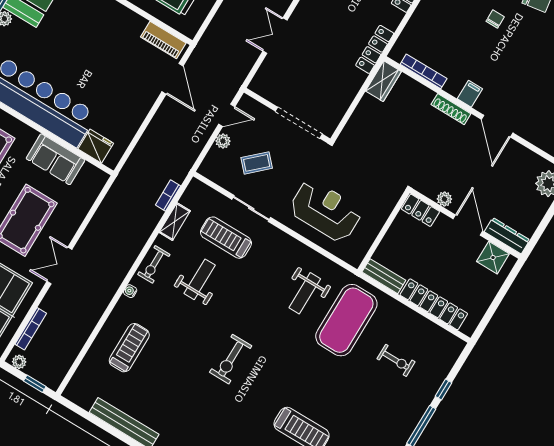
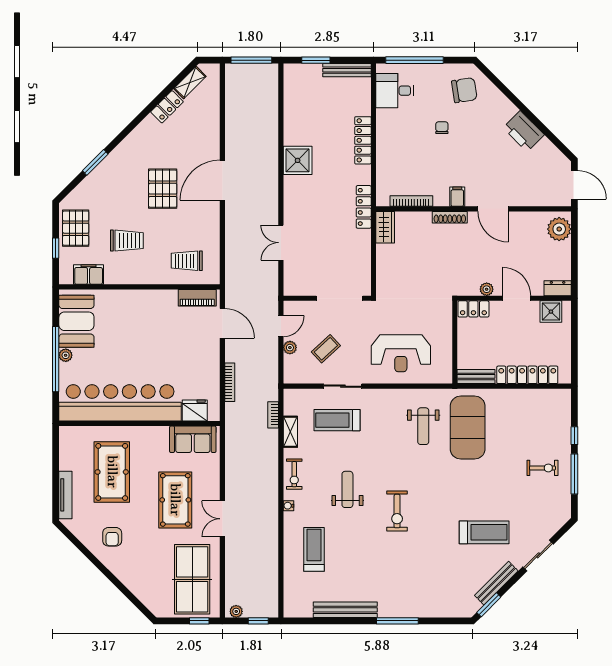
sofa: (55, 159) -> (193, 439), moved
reception desk: (326, 211) -> (401, 353), turned 180
dresser: (507, 236) -> (558, 288), width x0.70
weight bench: (200, 279) -> (347, 489), moved
bookcase: (31, 329) -> (230, 382), moved
exercise bike: (396, 360) -> (542, 468), moved

